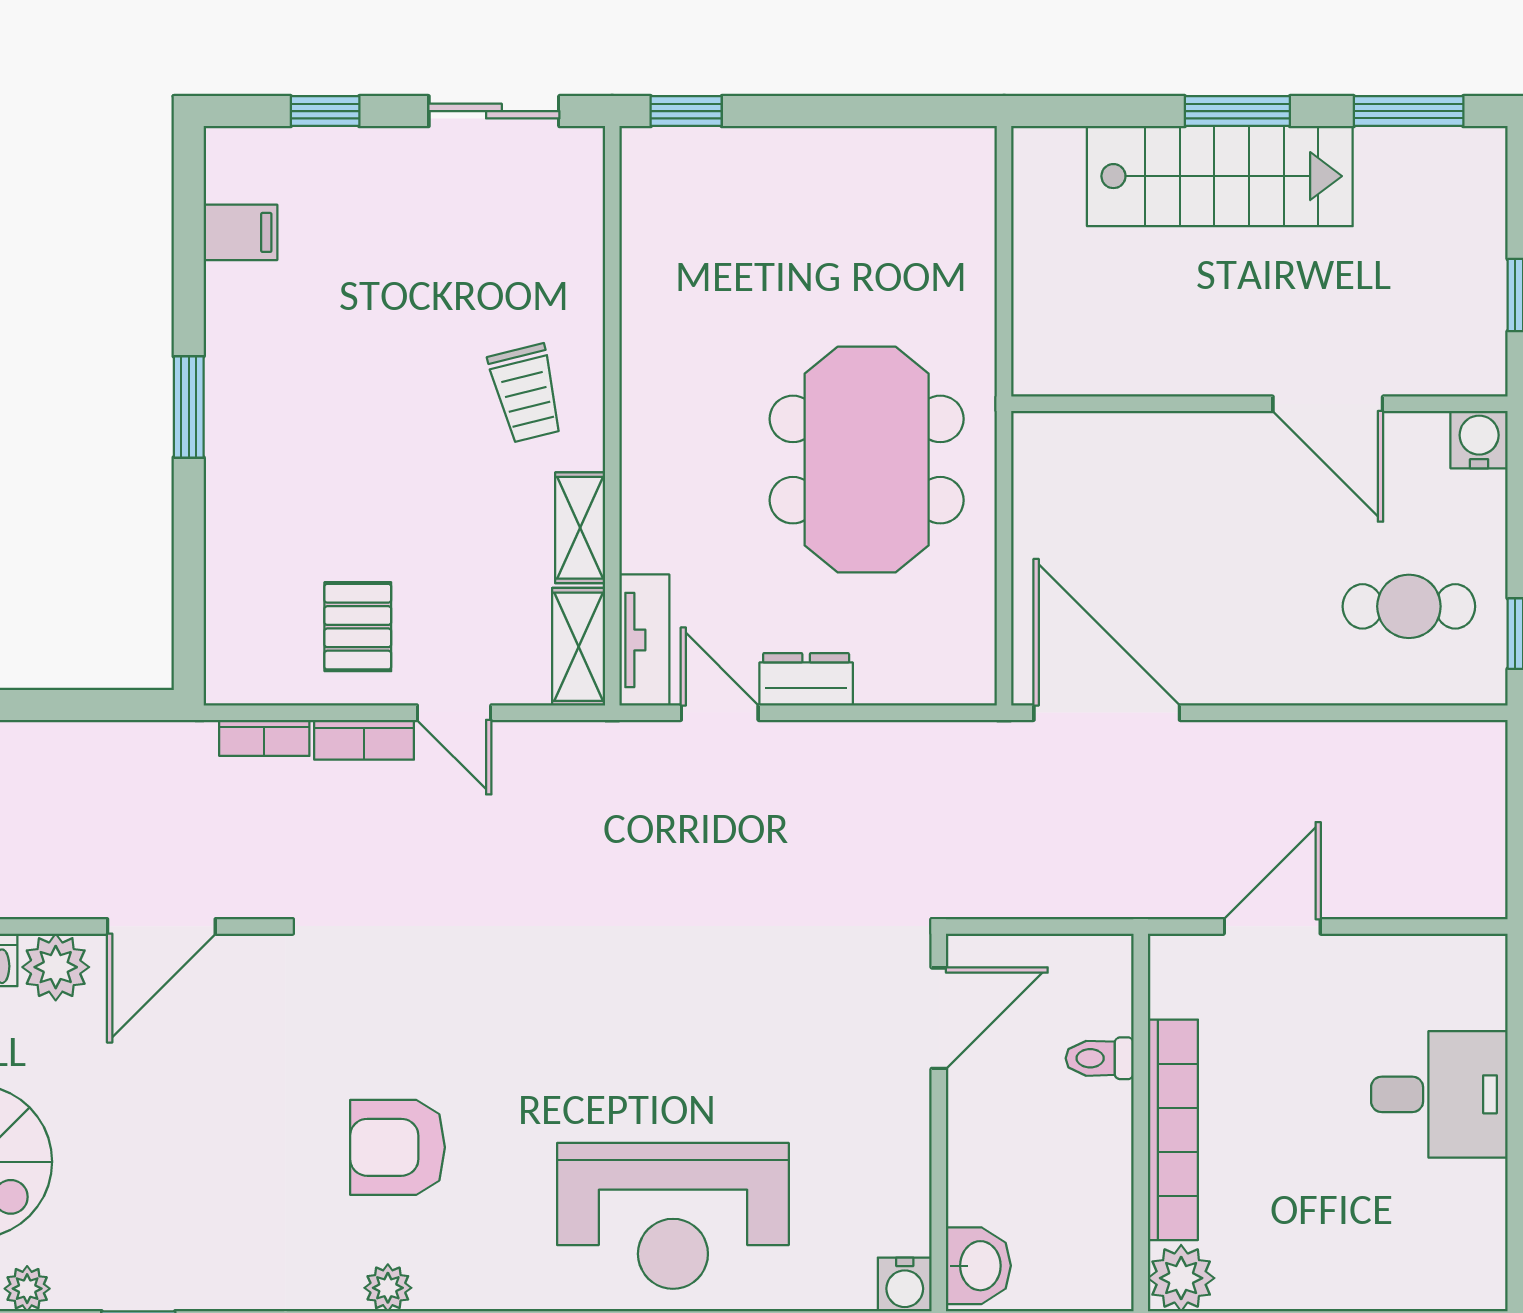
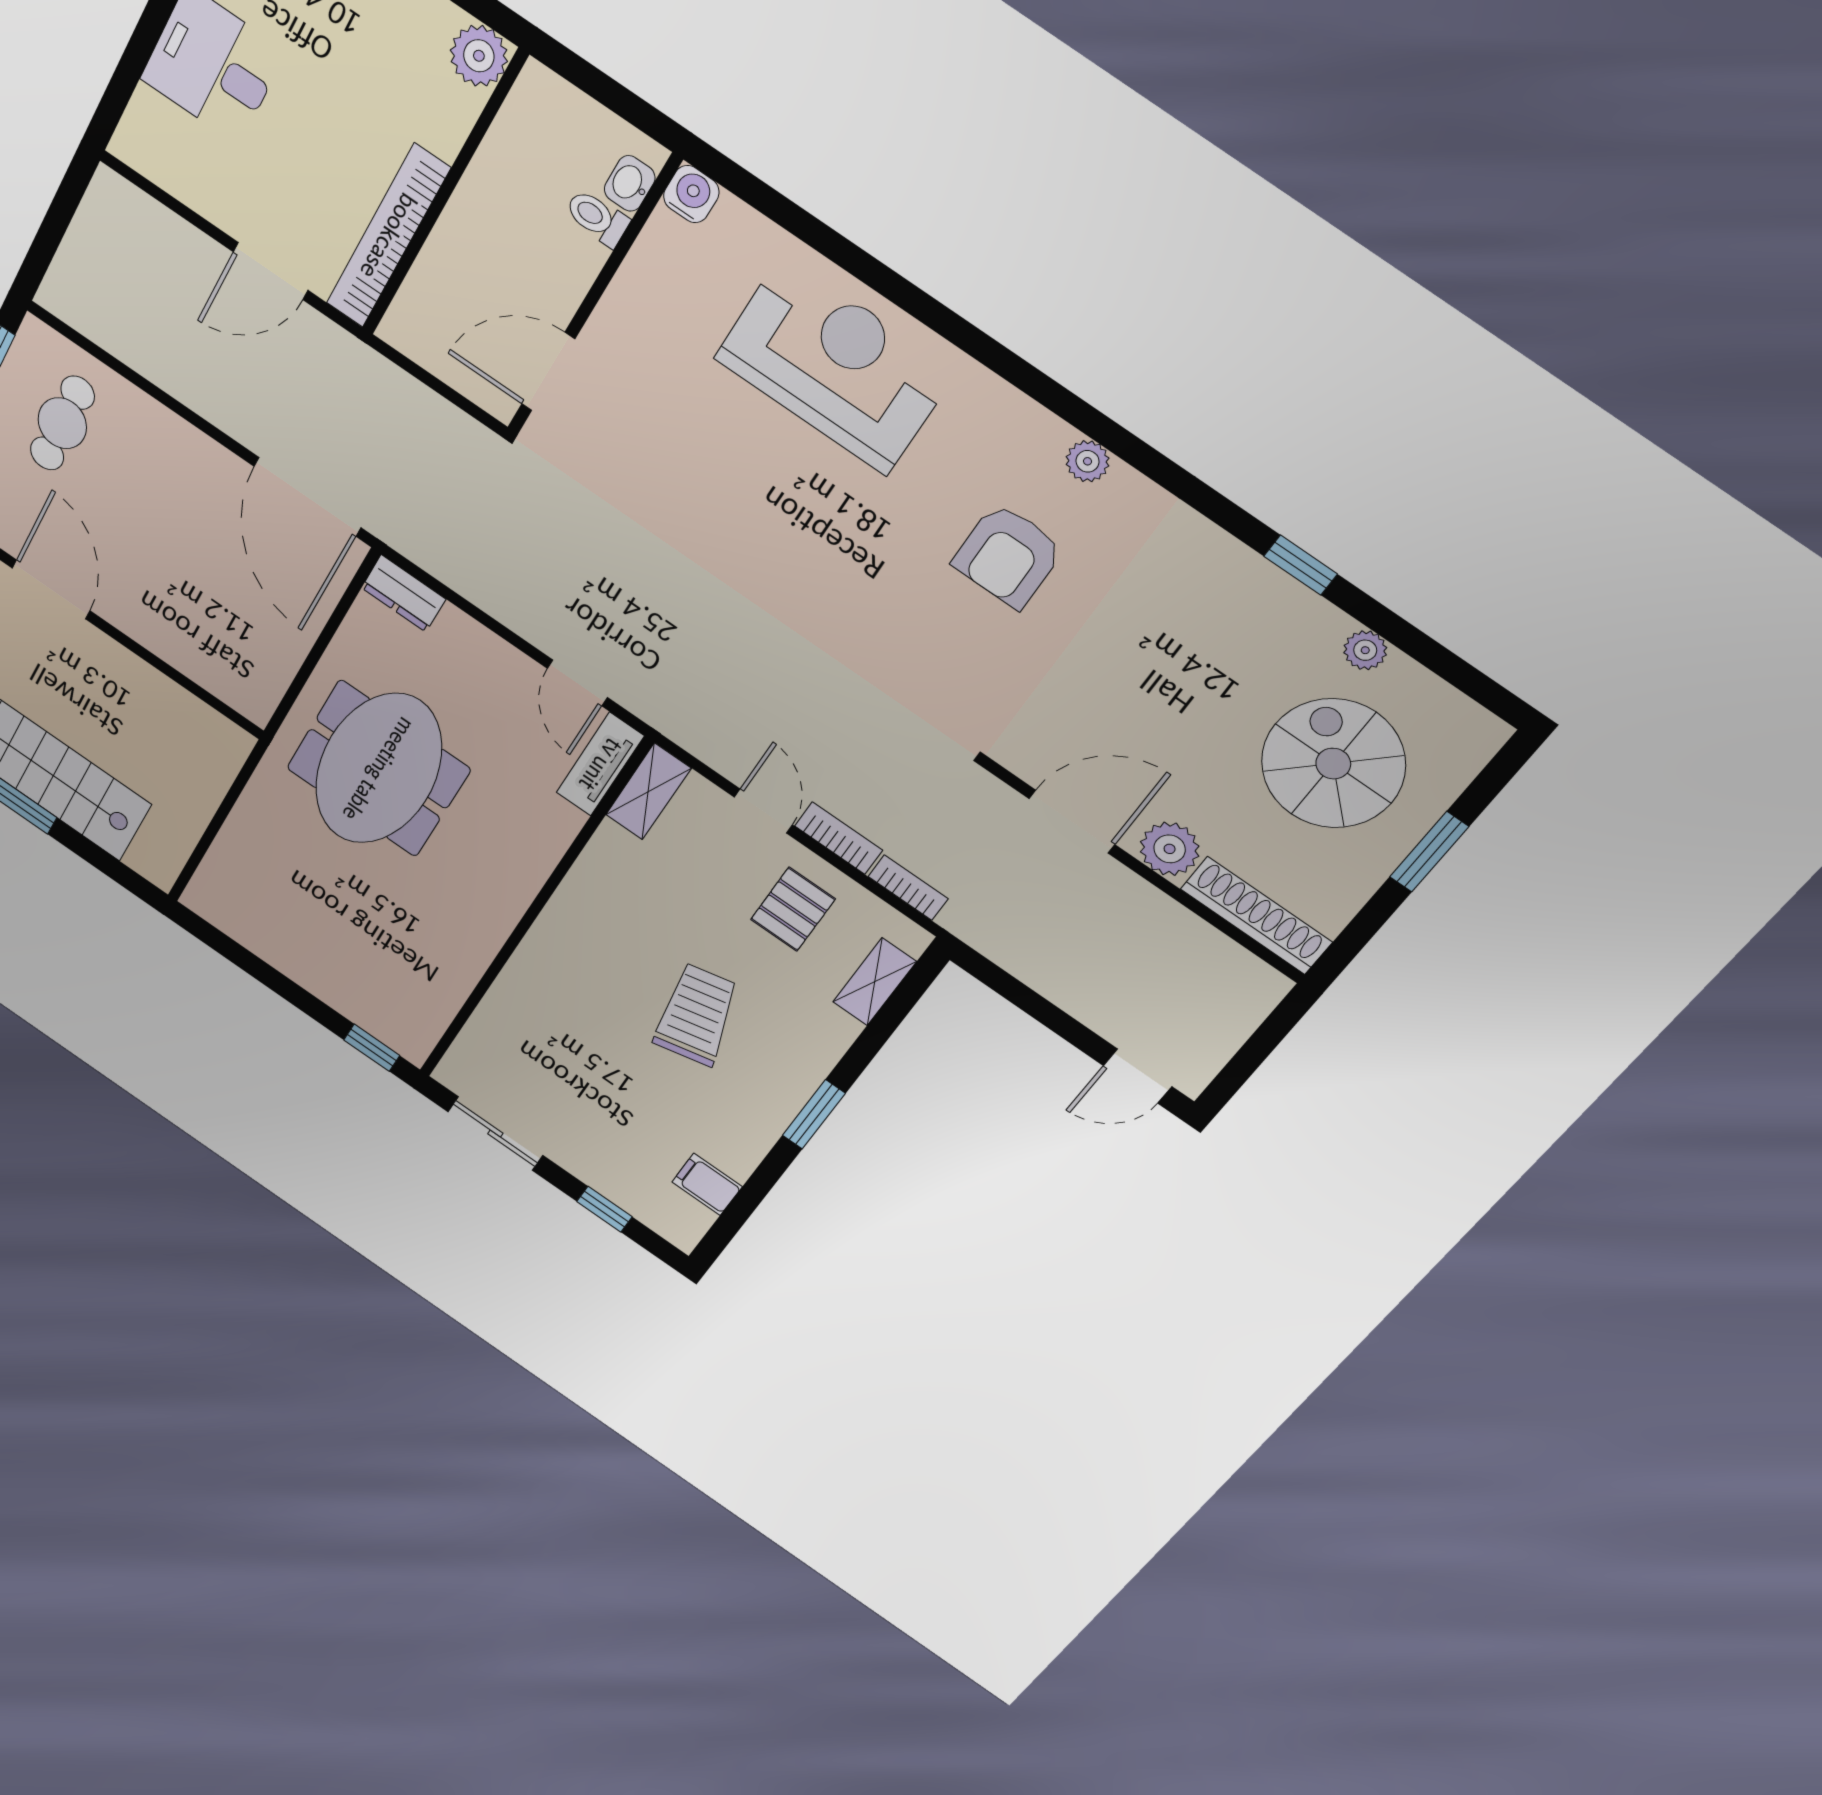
trolley: (526, 393) -> (696, 1015), moved, width x1.36, depth x1.39
shelving: (580, 528) -> (875, 982), moved
cafe table: (1409, 606) -> (62, 423), turned 90
dresser: (806, 679) -> (404, 593), moved
toilet: (1100, 1058) -> (597, 218), moved, turned 180
bookcase: (1173, 1130) -> (388, 236), moved
armchair: (398, 1147) -> (1008, 556), turned 90
washbasin: (978, 1266) -> (630, 183), width x0.72, depth x0.69

